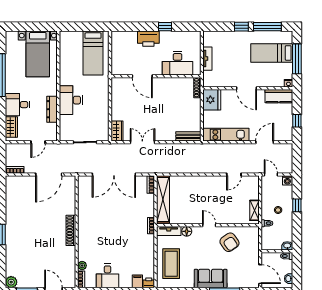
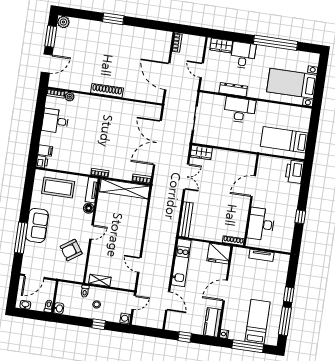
printer: (148, 39) -> (294, 172), moved
bench: (188, 136) -> (186, 220), width x1.36

